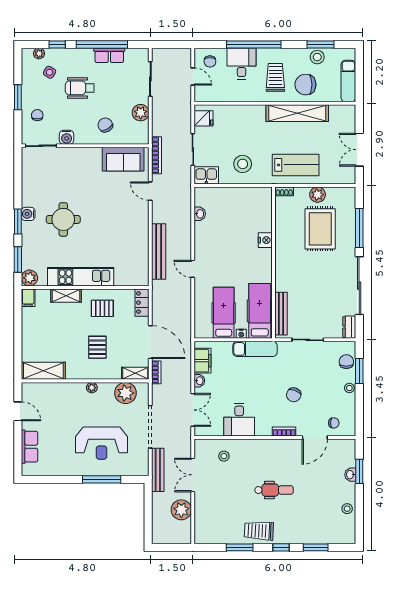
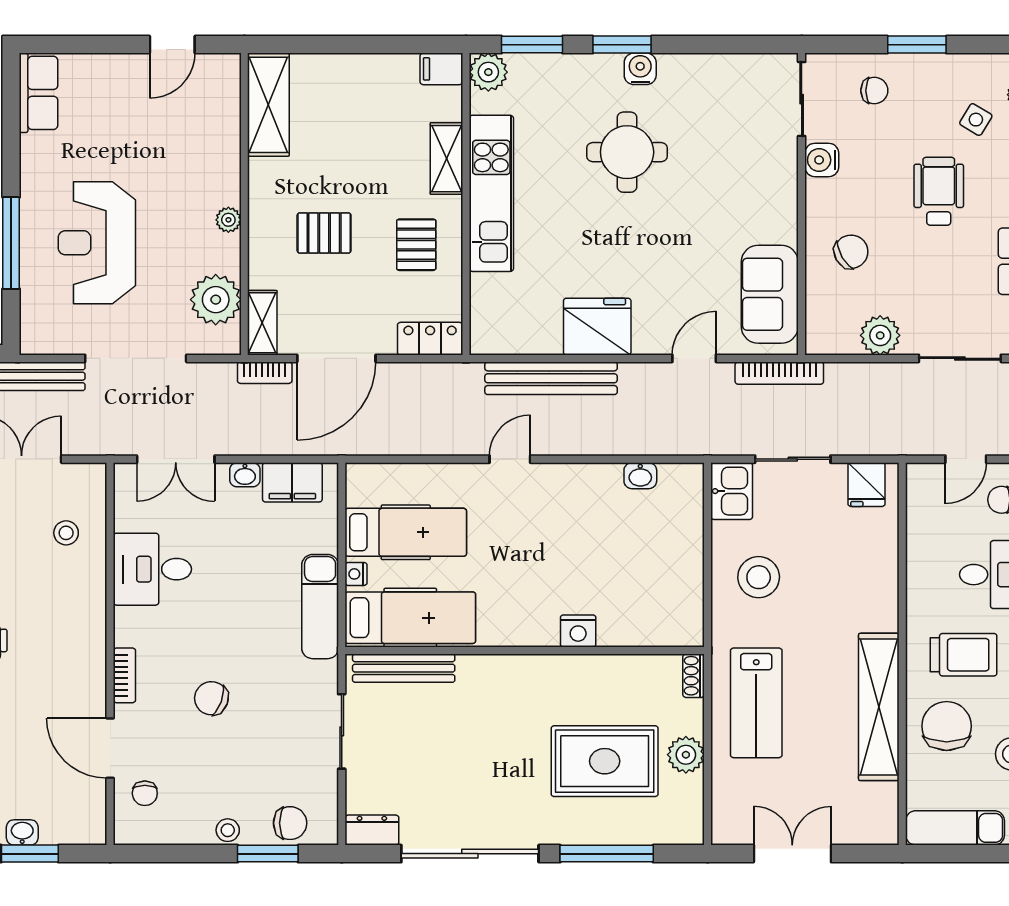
fridge: (137, 232) -> (597, 327), added
row of seats: (29, 447) -> (39, 93), moved, turned -90

